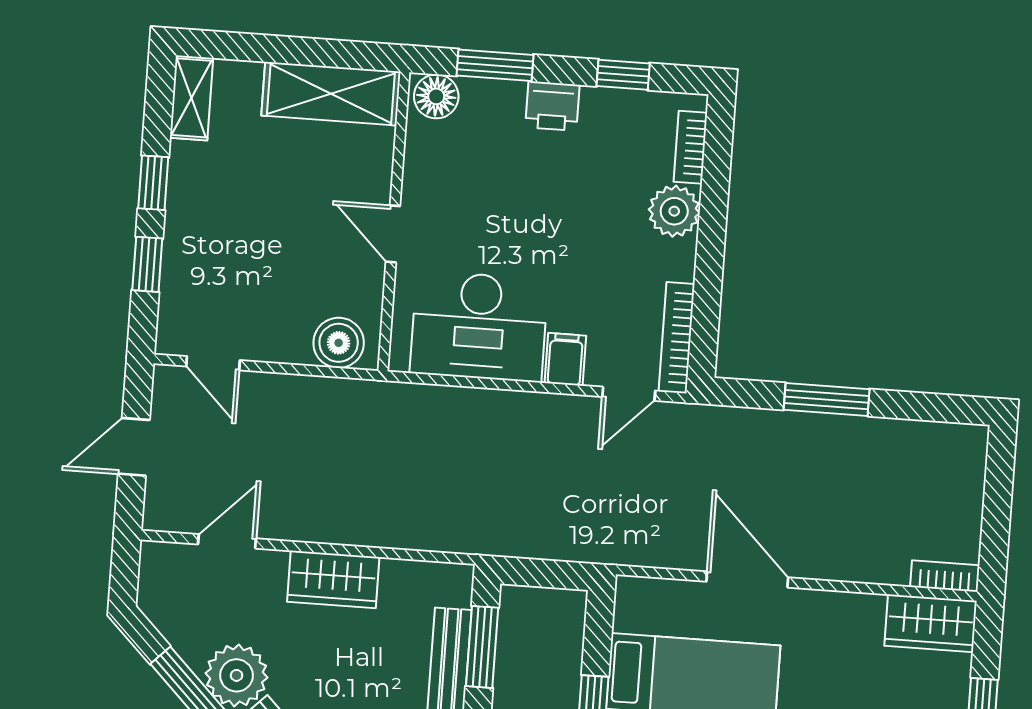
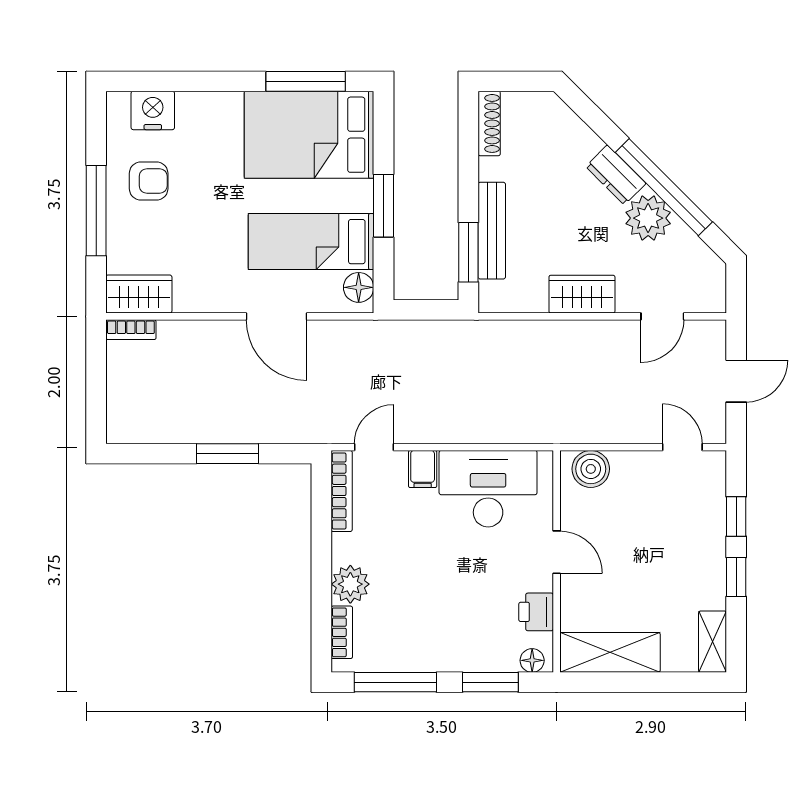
window: (623, 75) -> (395, 682), width x2.17
floor lamp: (436, 96) -> (532, 660), width x0.73, depth x0.73
printer: (552, 106) -> (536, 612), moved, turned -90
floor lamp: (634, 611) -> (359, 287), added

